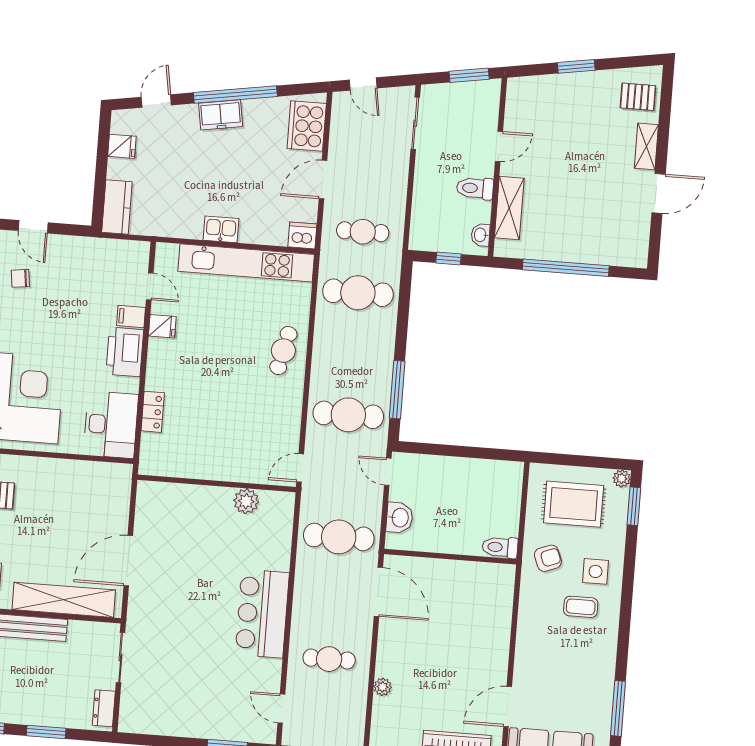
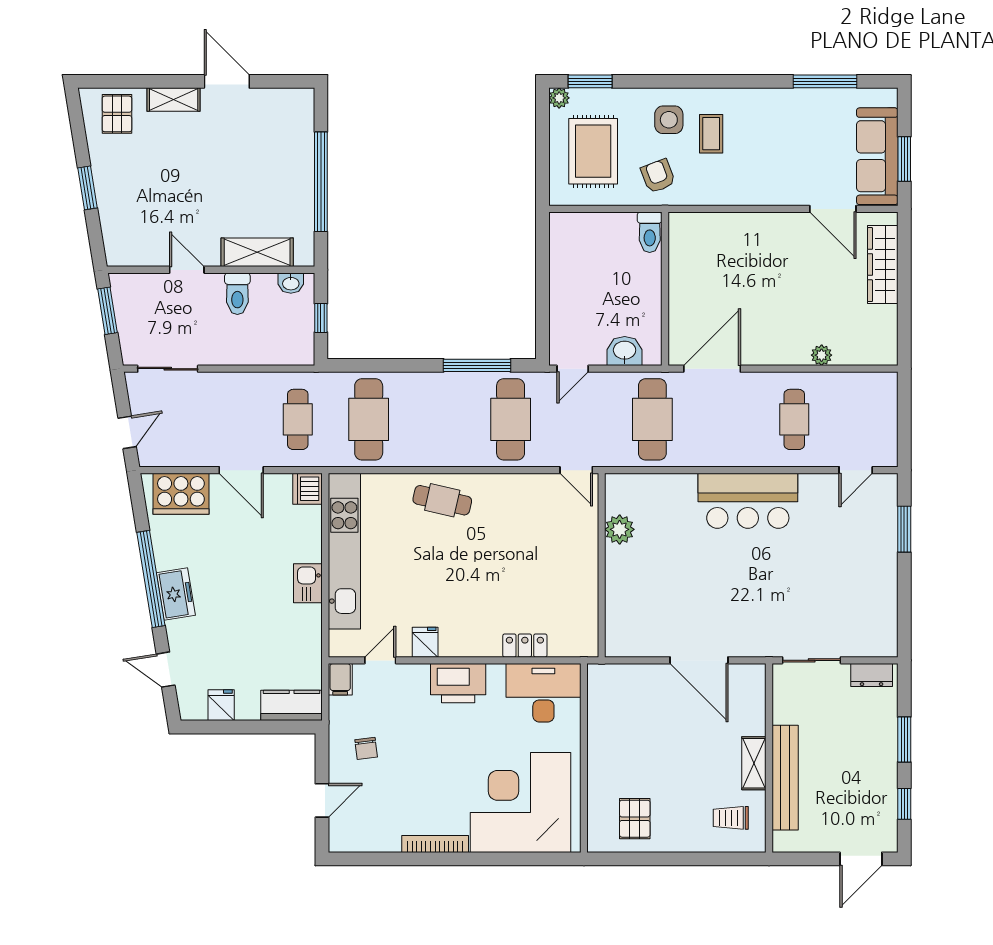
chair: (20, 278) -> (366, 748), moved
filing cabinet: (131, 317) -> (340, 679), moved
shelving: (64, 600) -> (754, 763), width x0.45, depth x0.75

